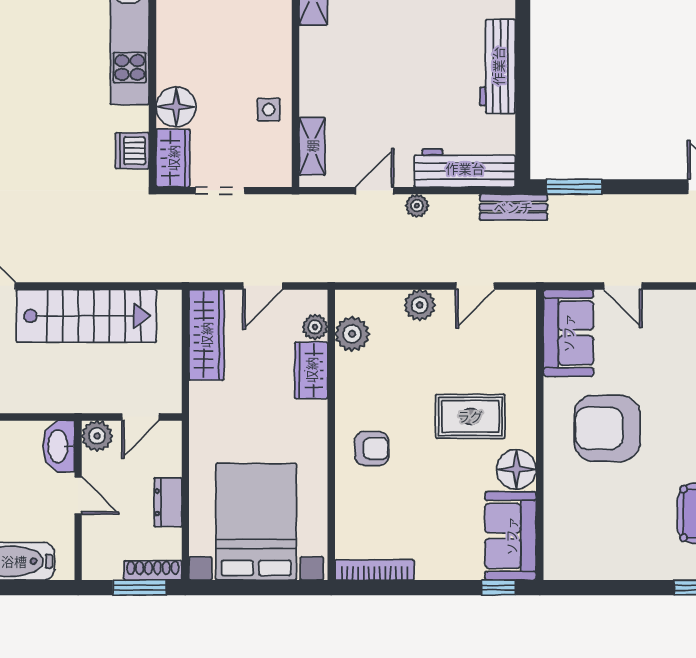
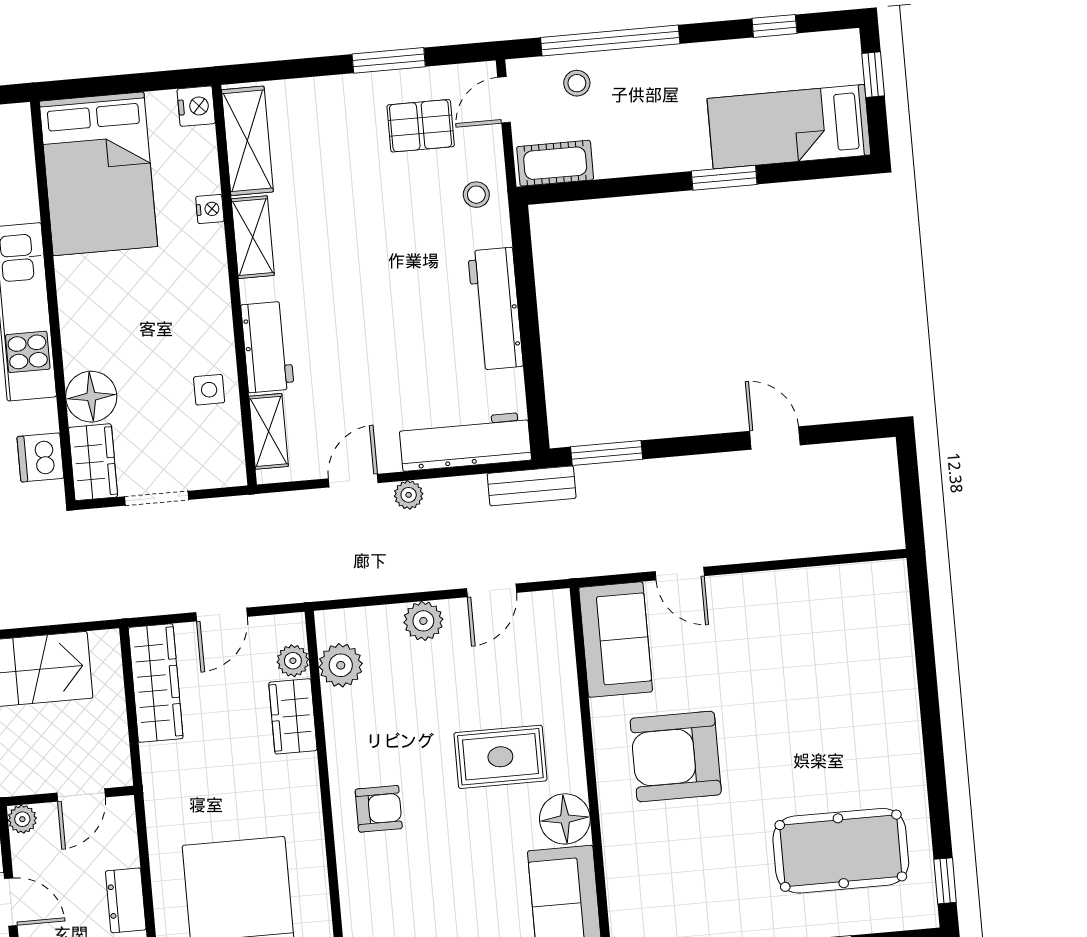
workbench: (317, 80) -> (267, 347), added
plant: (97, 436) -> (22, 819), width x0.73, depth x0.73

